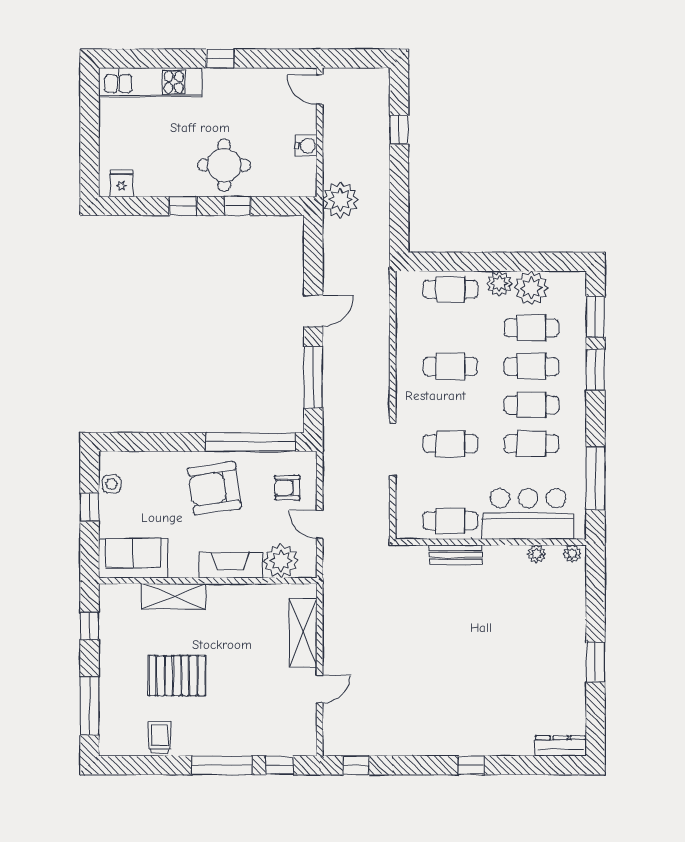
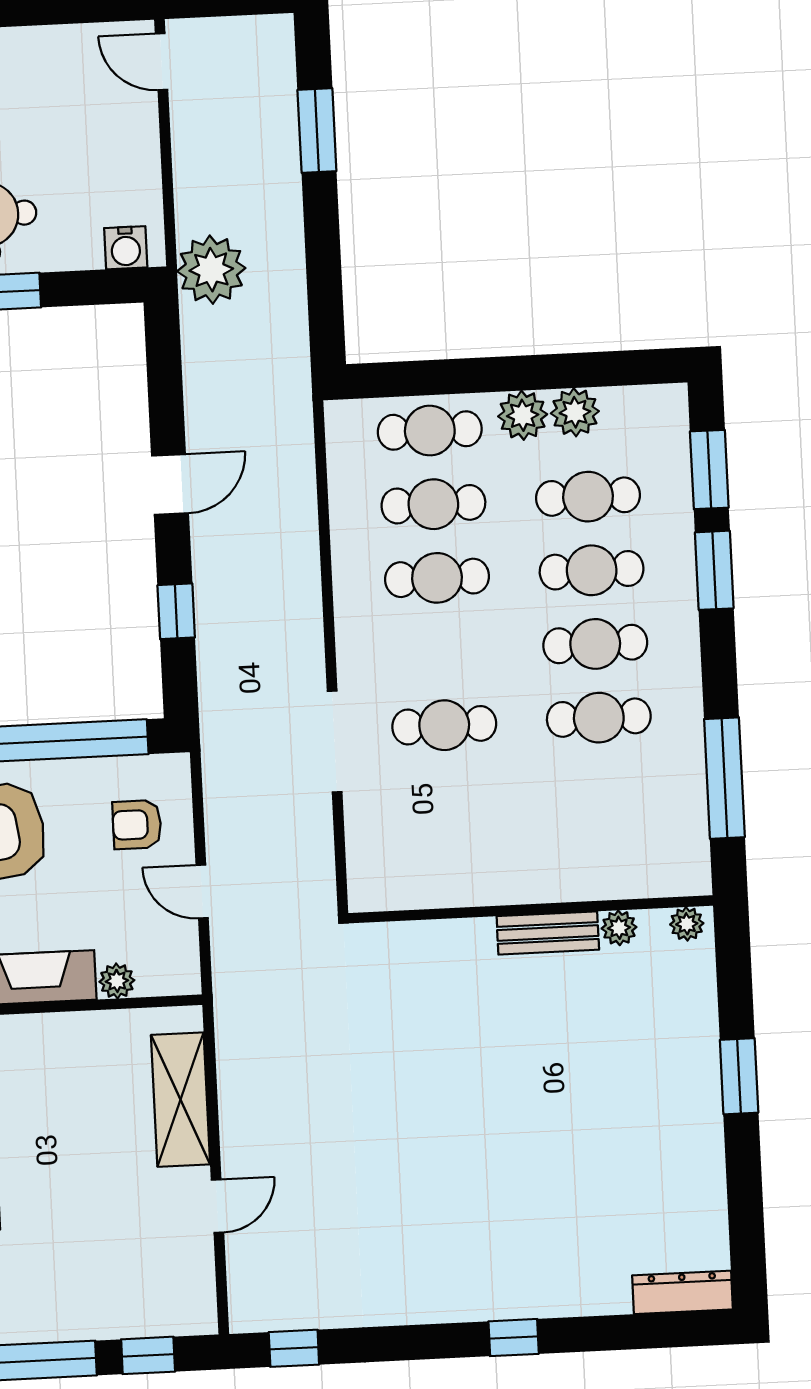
window: (399, 130) -> (317, 130), width x1.50
water cooler: (306, 146) -> (126, 248), moved, turned 90
plant: (531, 288) -> (575, 412), width x0.73, depth x0.73
window: (313, 377) -> (176, 611), width x0.46
bar counter: (528, 514) -> (599, 852), removed
cafe table: (450, 521) -> (433, 504), moved
bench: (456, 555) -> (548, 933), moved
plant: (281, 561) -> (117, 981), width x0.53, depth x0.53
window: (595, 662) -> (739, 1076), moved

